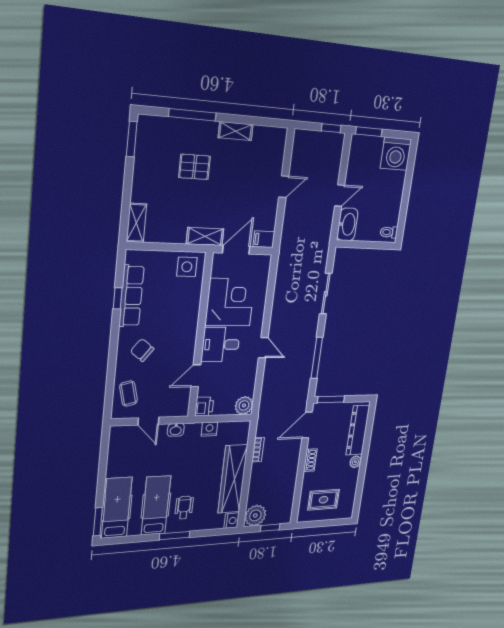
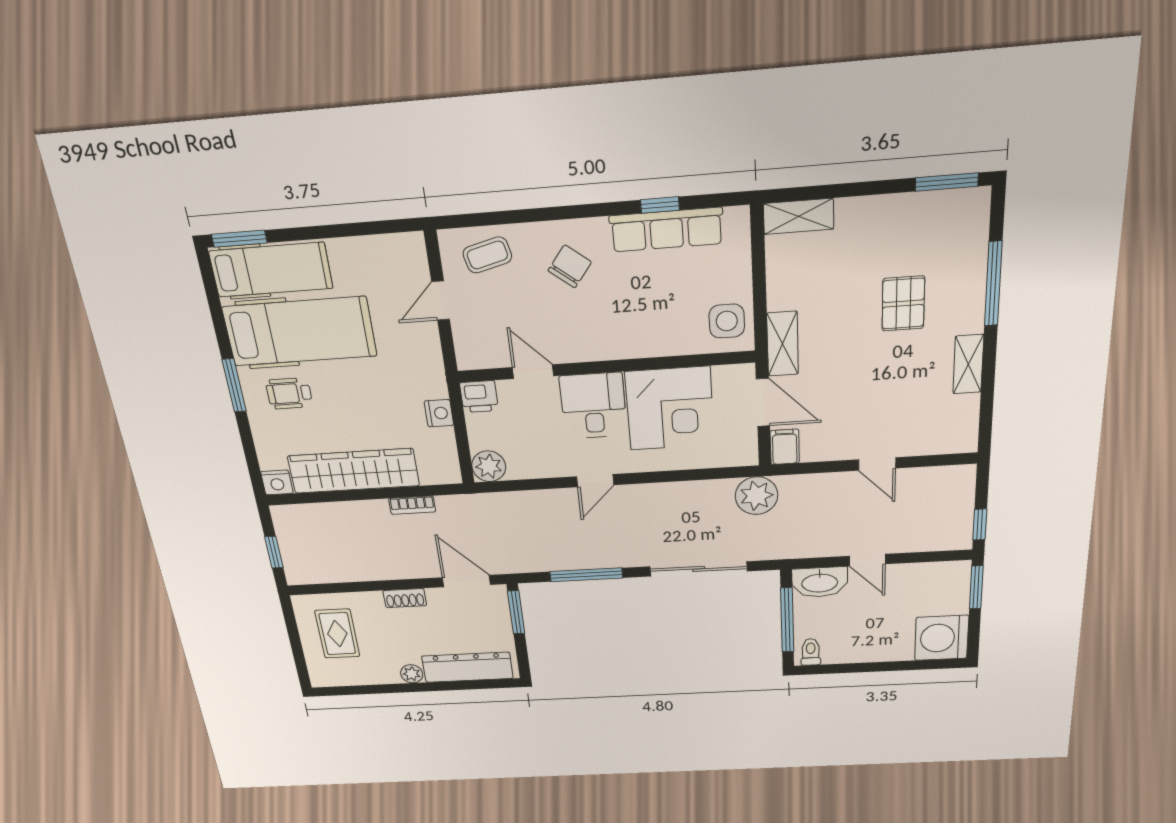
window: (367, 245) -> (787, 620), added
sliding door: (326, 294) -> (699, 569), width x1.37
washbasin: (176, 430) -> (430, 353), removed
hospital bed: (156, 506) -> (300, 331), width x1.37, depth x1.29
wheelchair: (184, 507) -> (289, 393), turned 180
plant: (255, 515) -> (756, 496), moved

